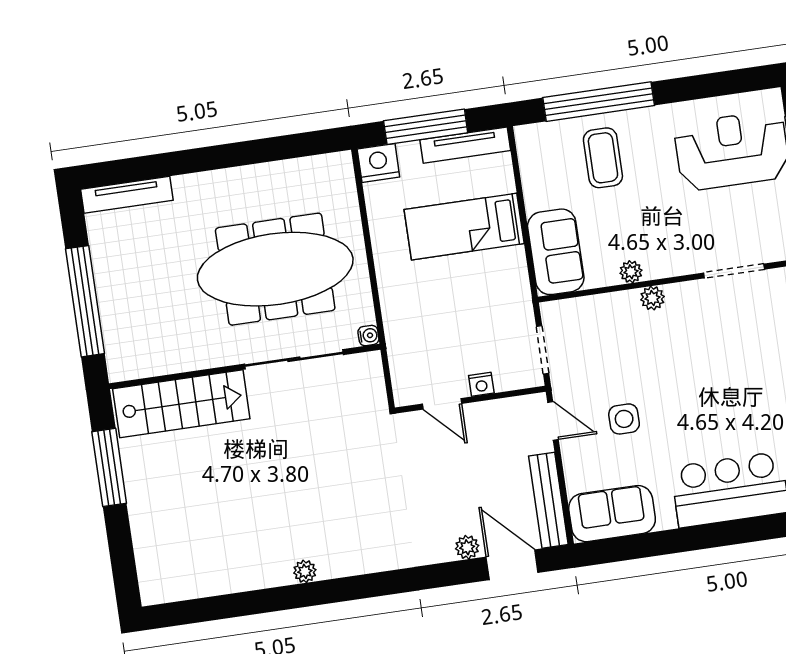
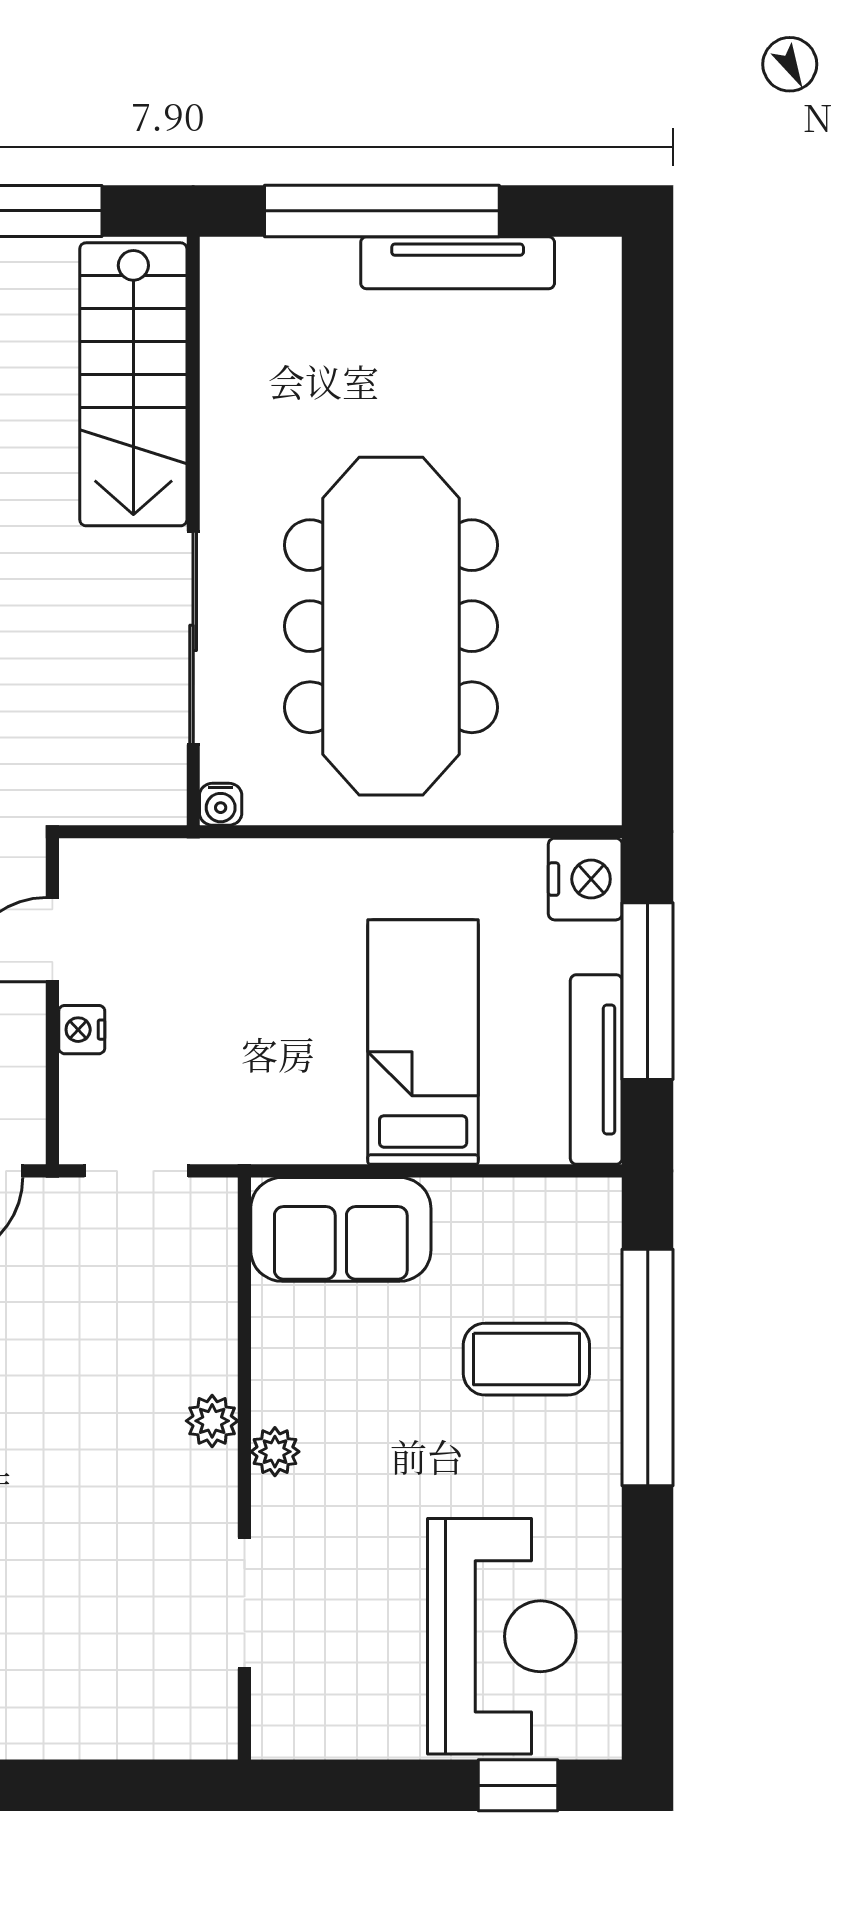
tv unit: (127, 195) -> (458, 263), moved, turned -90
plant: (631, 272) -> (275, 1452), moved

